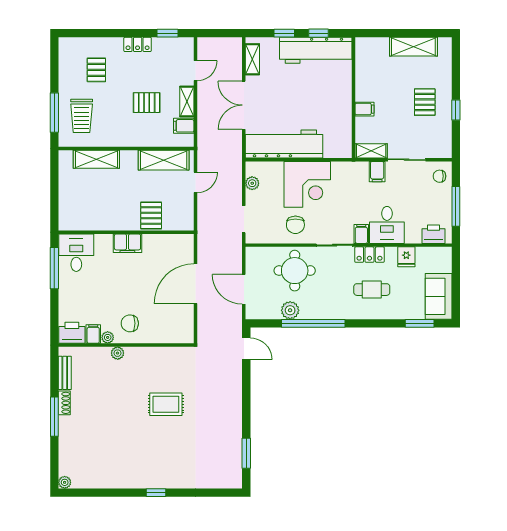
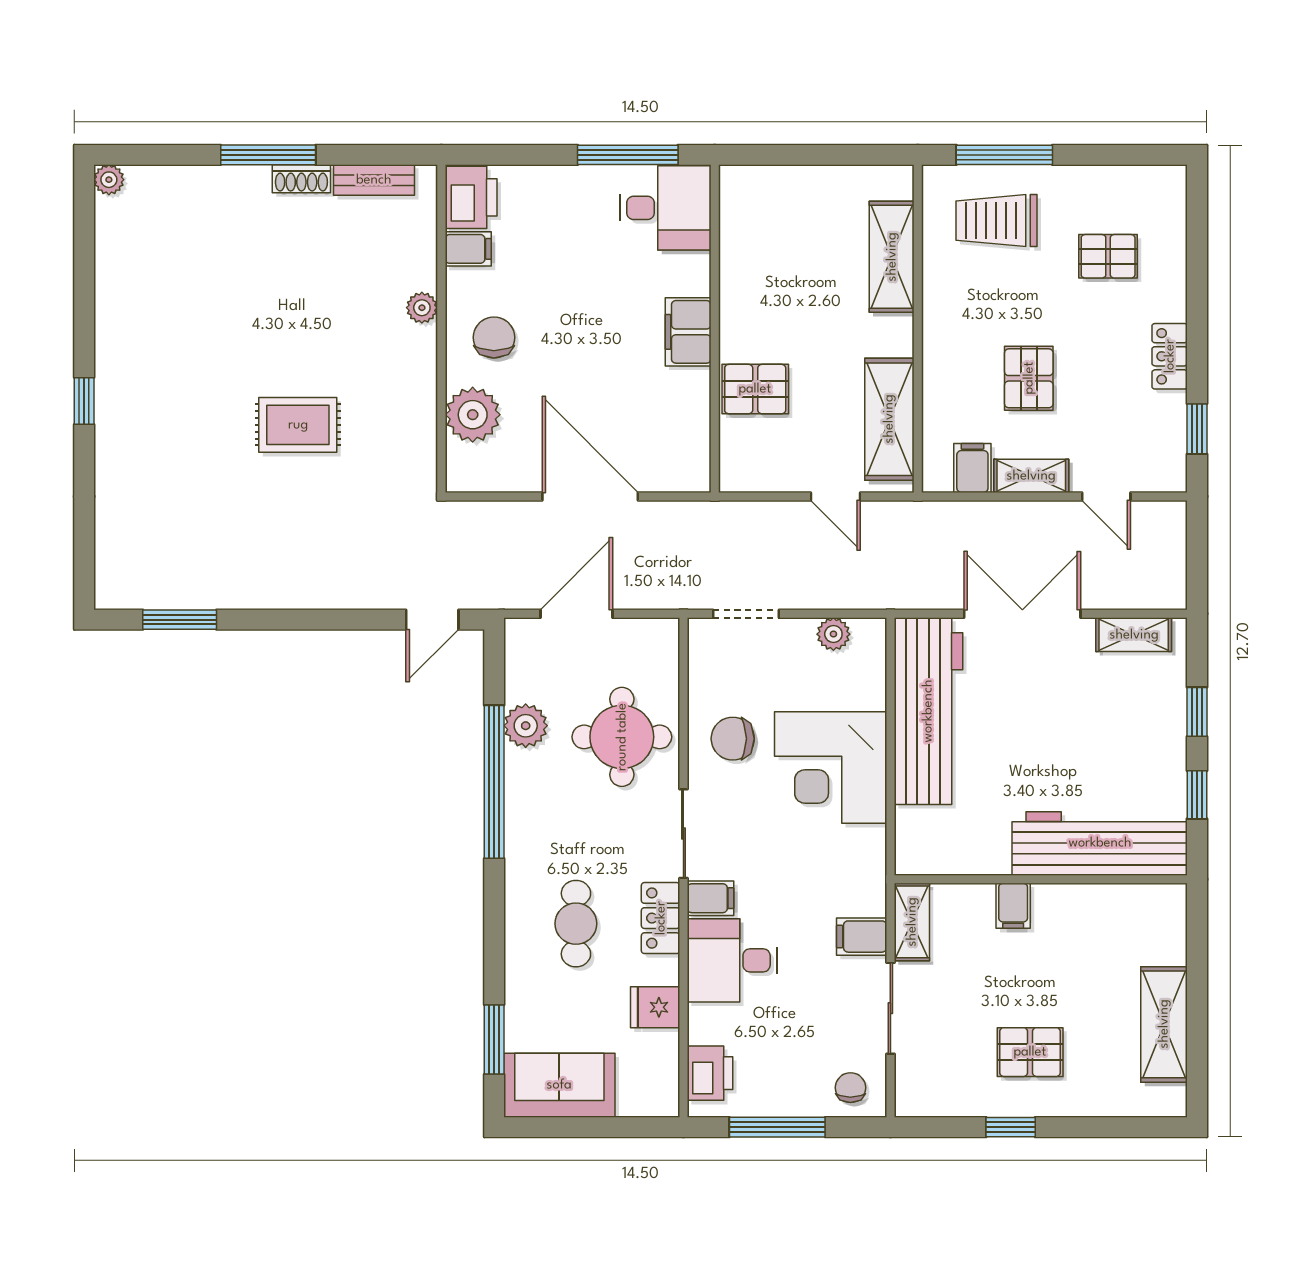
workbench: (316, 50) -> (1100, 843), moved, turned 90
plant: (108, 337) -> (473, 415), moved, width x1.88, depth x1.88
rug: (166, 404) -> (298, 425), turned 90

